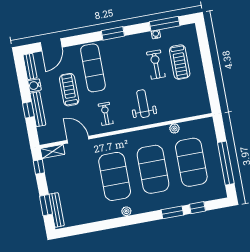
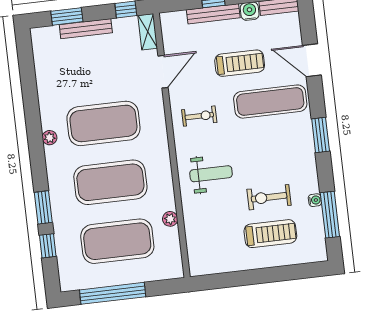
door: (51, 45) -> (312, 60), moved
treadmill: (180, 62) -> (270, 234), turned 180
exercise bike: (156, 65) -> (269, 197), turned 180
bench: (56, 210) -> (86, 29), moved

